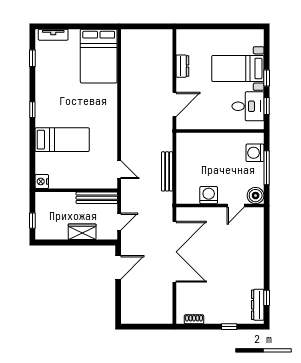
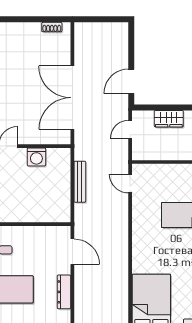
dresser: (182, 66) -> (64, 292), width x1.44
door: (174, 105) -> (72, 252), swing flipped
bench: (97, 198) -> (153, 154), removed
window: (229, 327) -> (15, 19), removed

